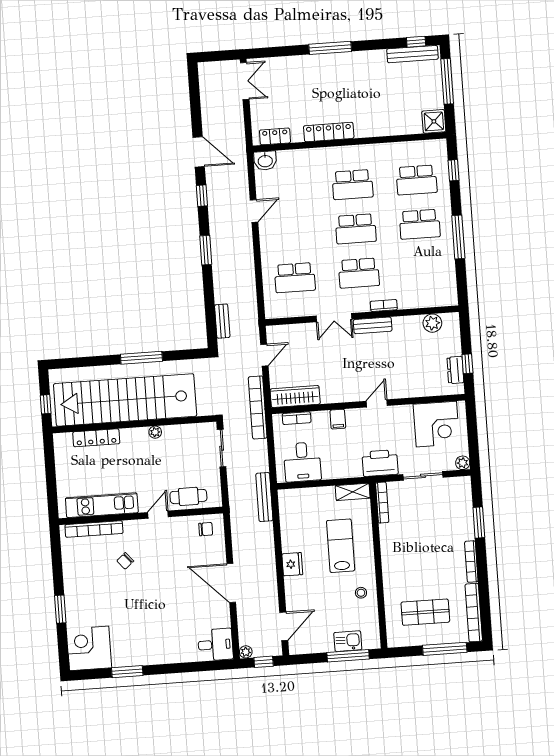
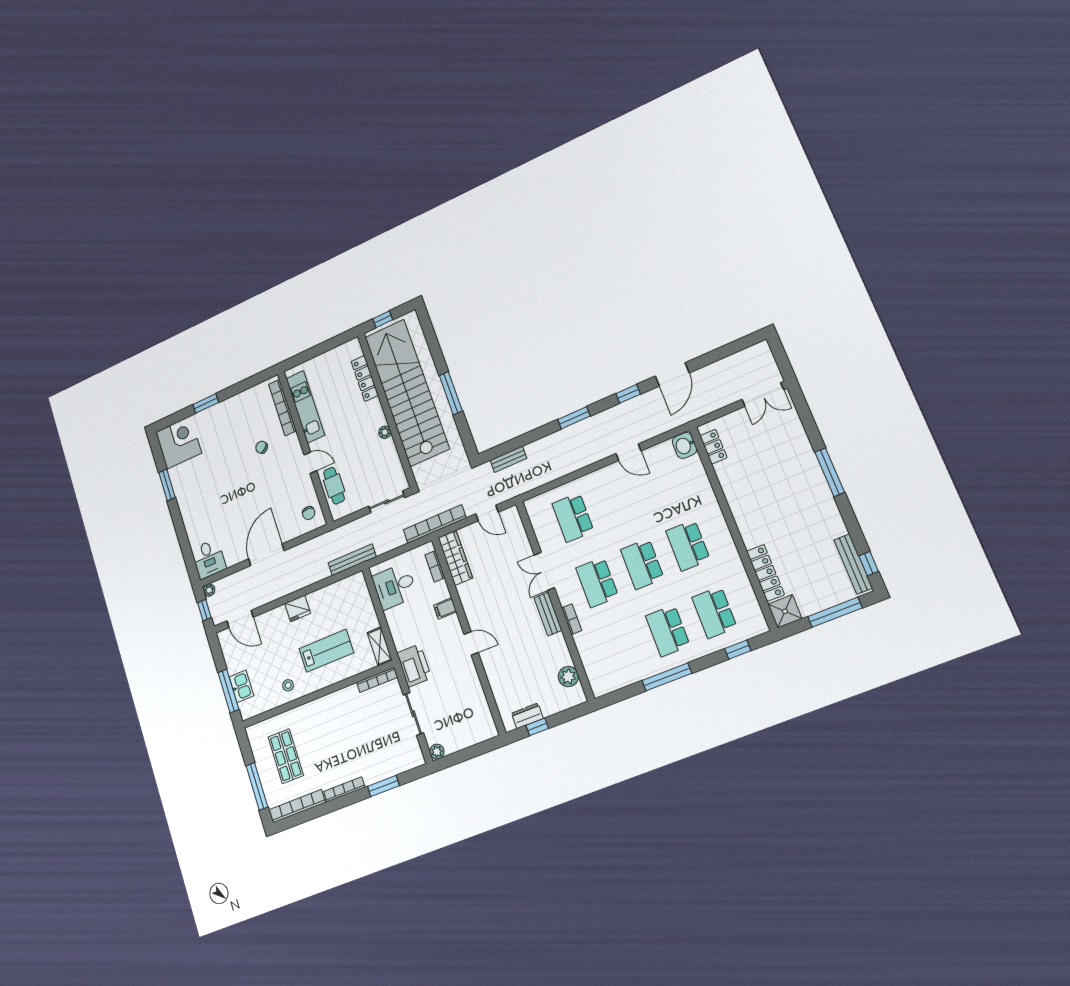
locker: (329, 132) -> (765, 573), moved
corner desk: (436, 424) -> (468, 712), removed

